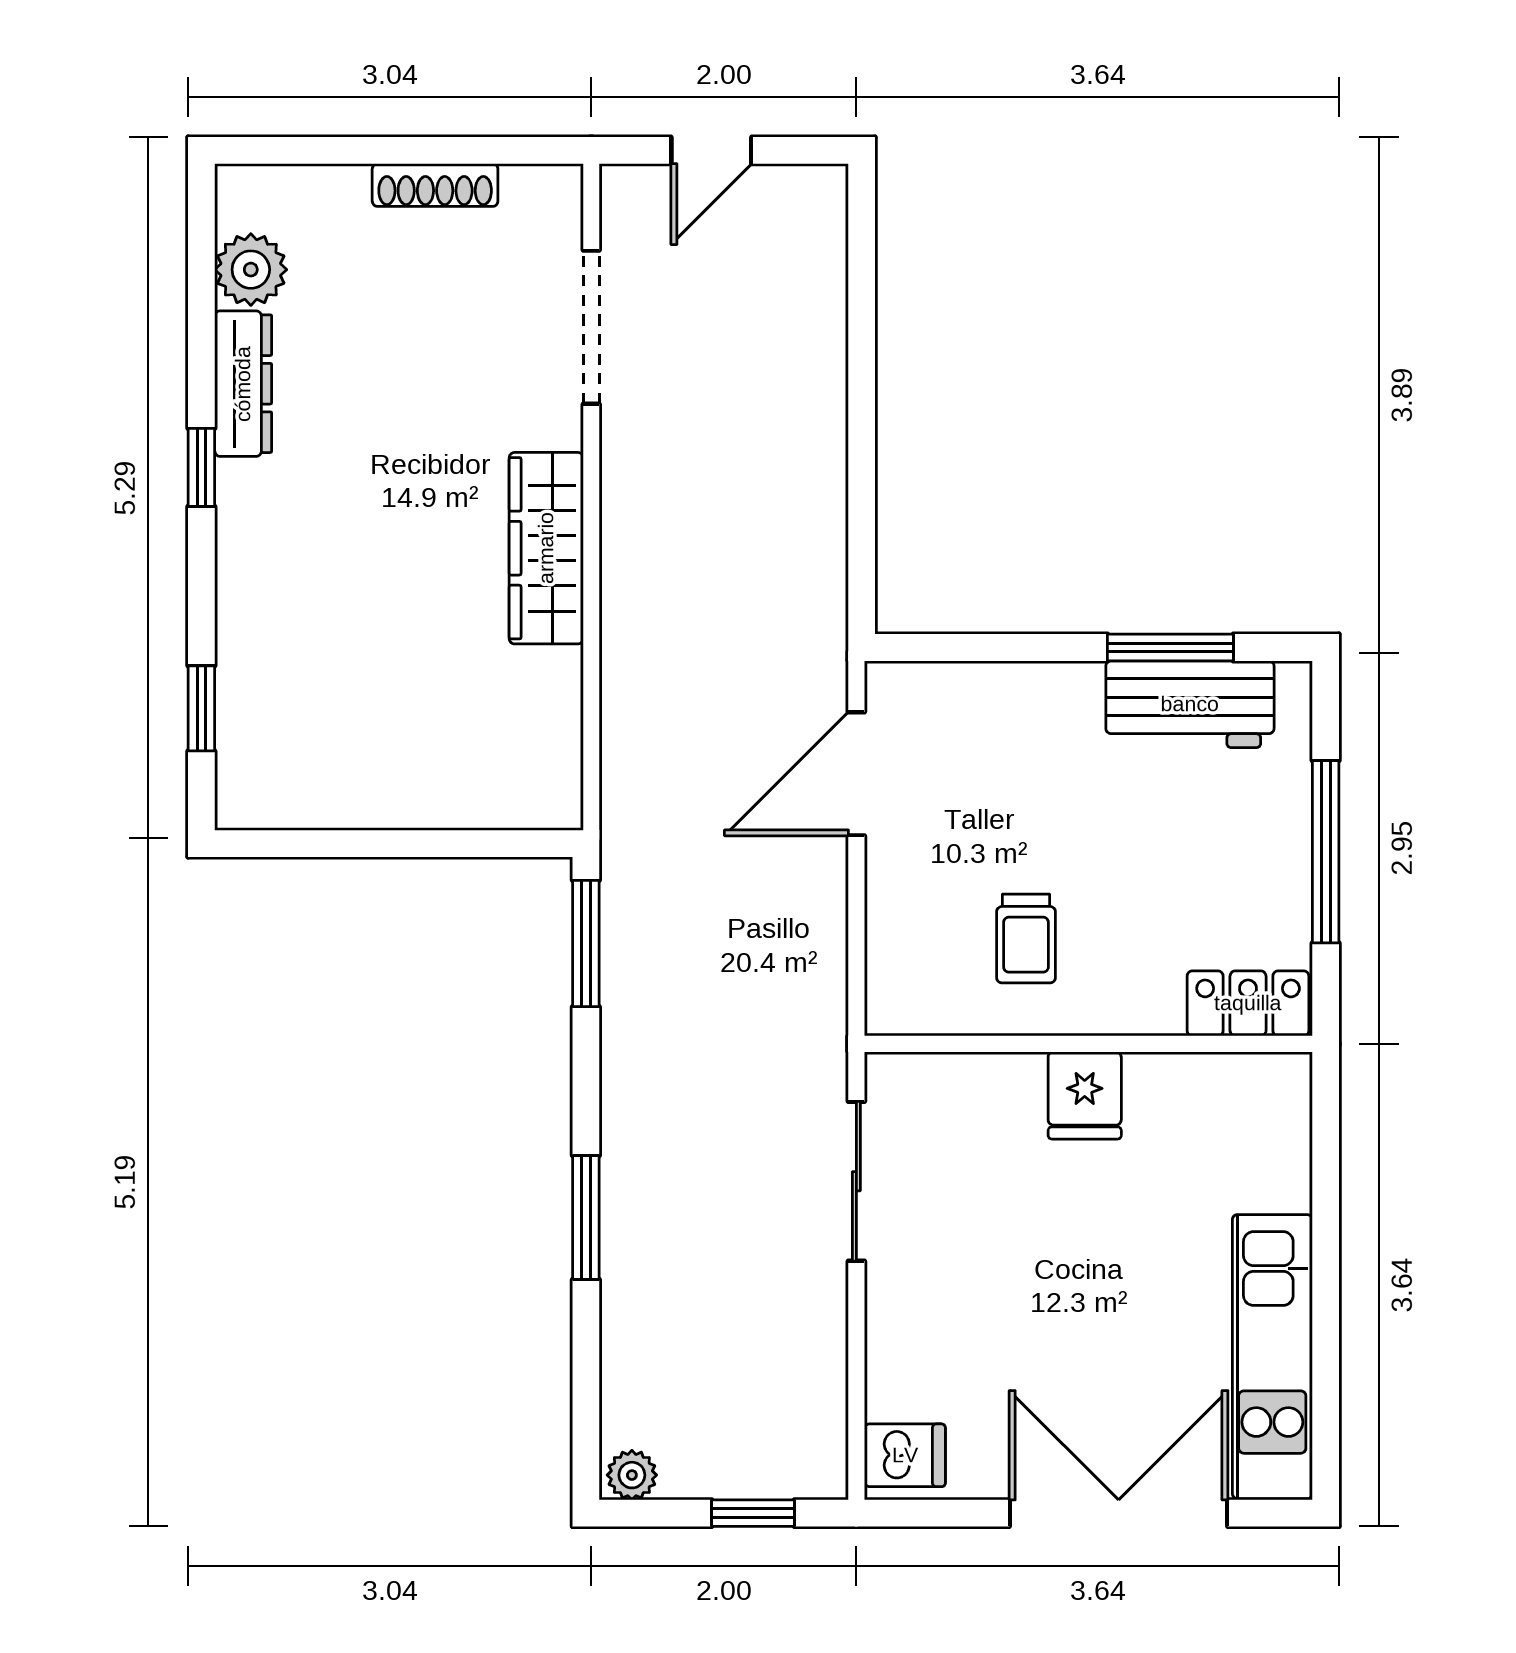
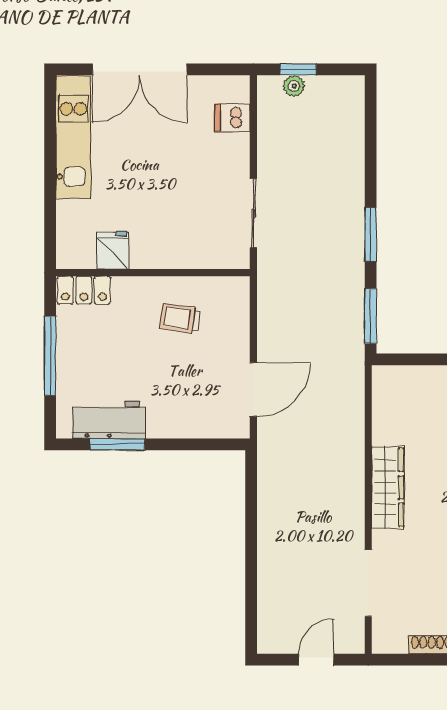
trolley: (1026, 938) -> (180, 318), turned -82
fridge: (1085, 1095) -> (113, 250), moved
window: (586, 1217) -> (371, 234), moved
dishwasher: (905, 1455) -> (232, 118), moved
plant: (632, 1475) -> (294, 86), moved

